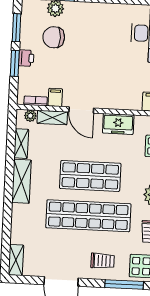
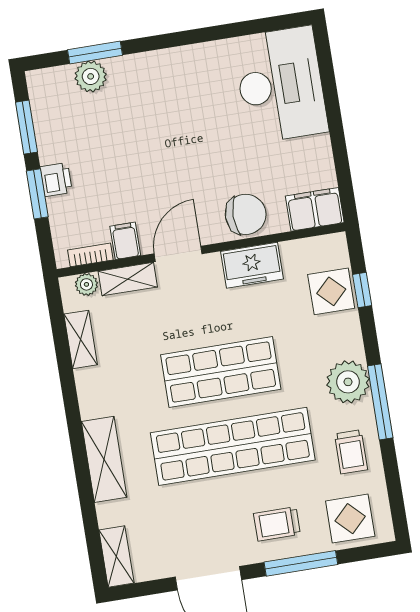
chair: (54, 37) -> (246, 214), moved, turned 180
door: (81, 110) -> (178, 254), swing flipped
shelving: (22, 181) -> (104, 459), moved
trolley: (103, 261) -> (277, 524), turned 180
window: (124, 284) -> (301, 563), moved

